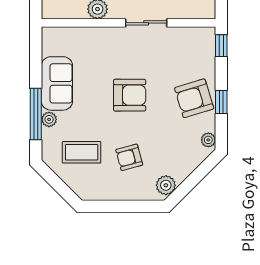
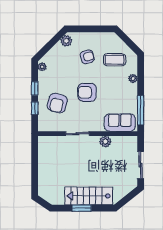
window: (221, 46) -> (35, 108), moved
sofa: (57, 83) -> (120, 123), moved, turned 90
armchair: (194, 98) -> (57, 103), moved, turned 122
window: (36, 114) -> (141, 110), moved

